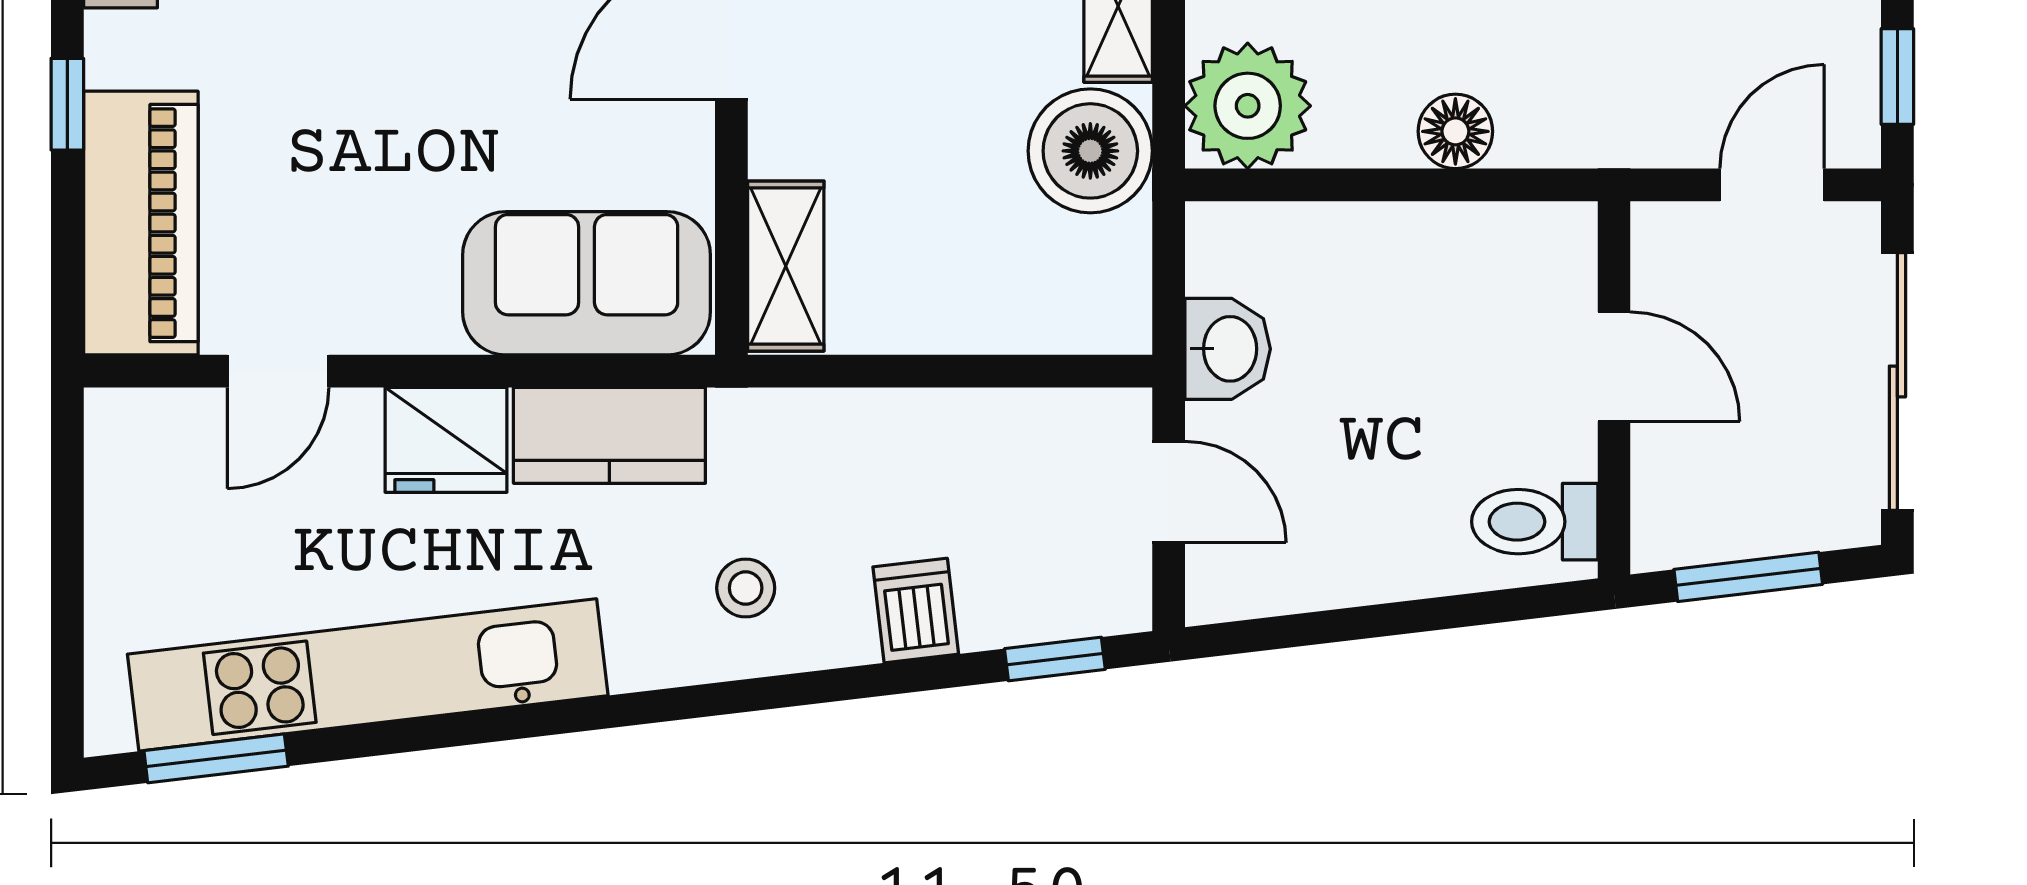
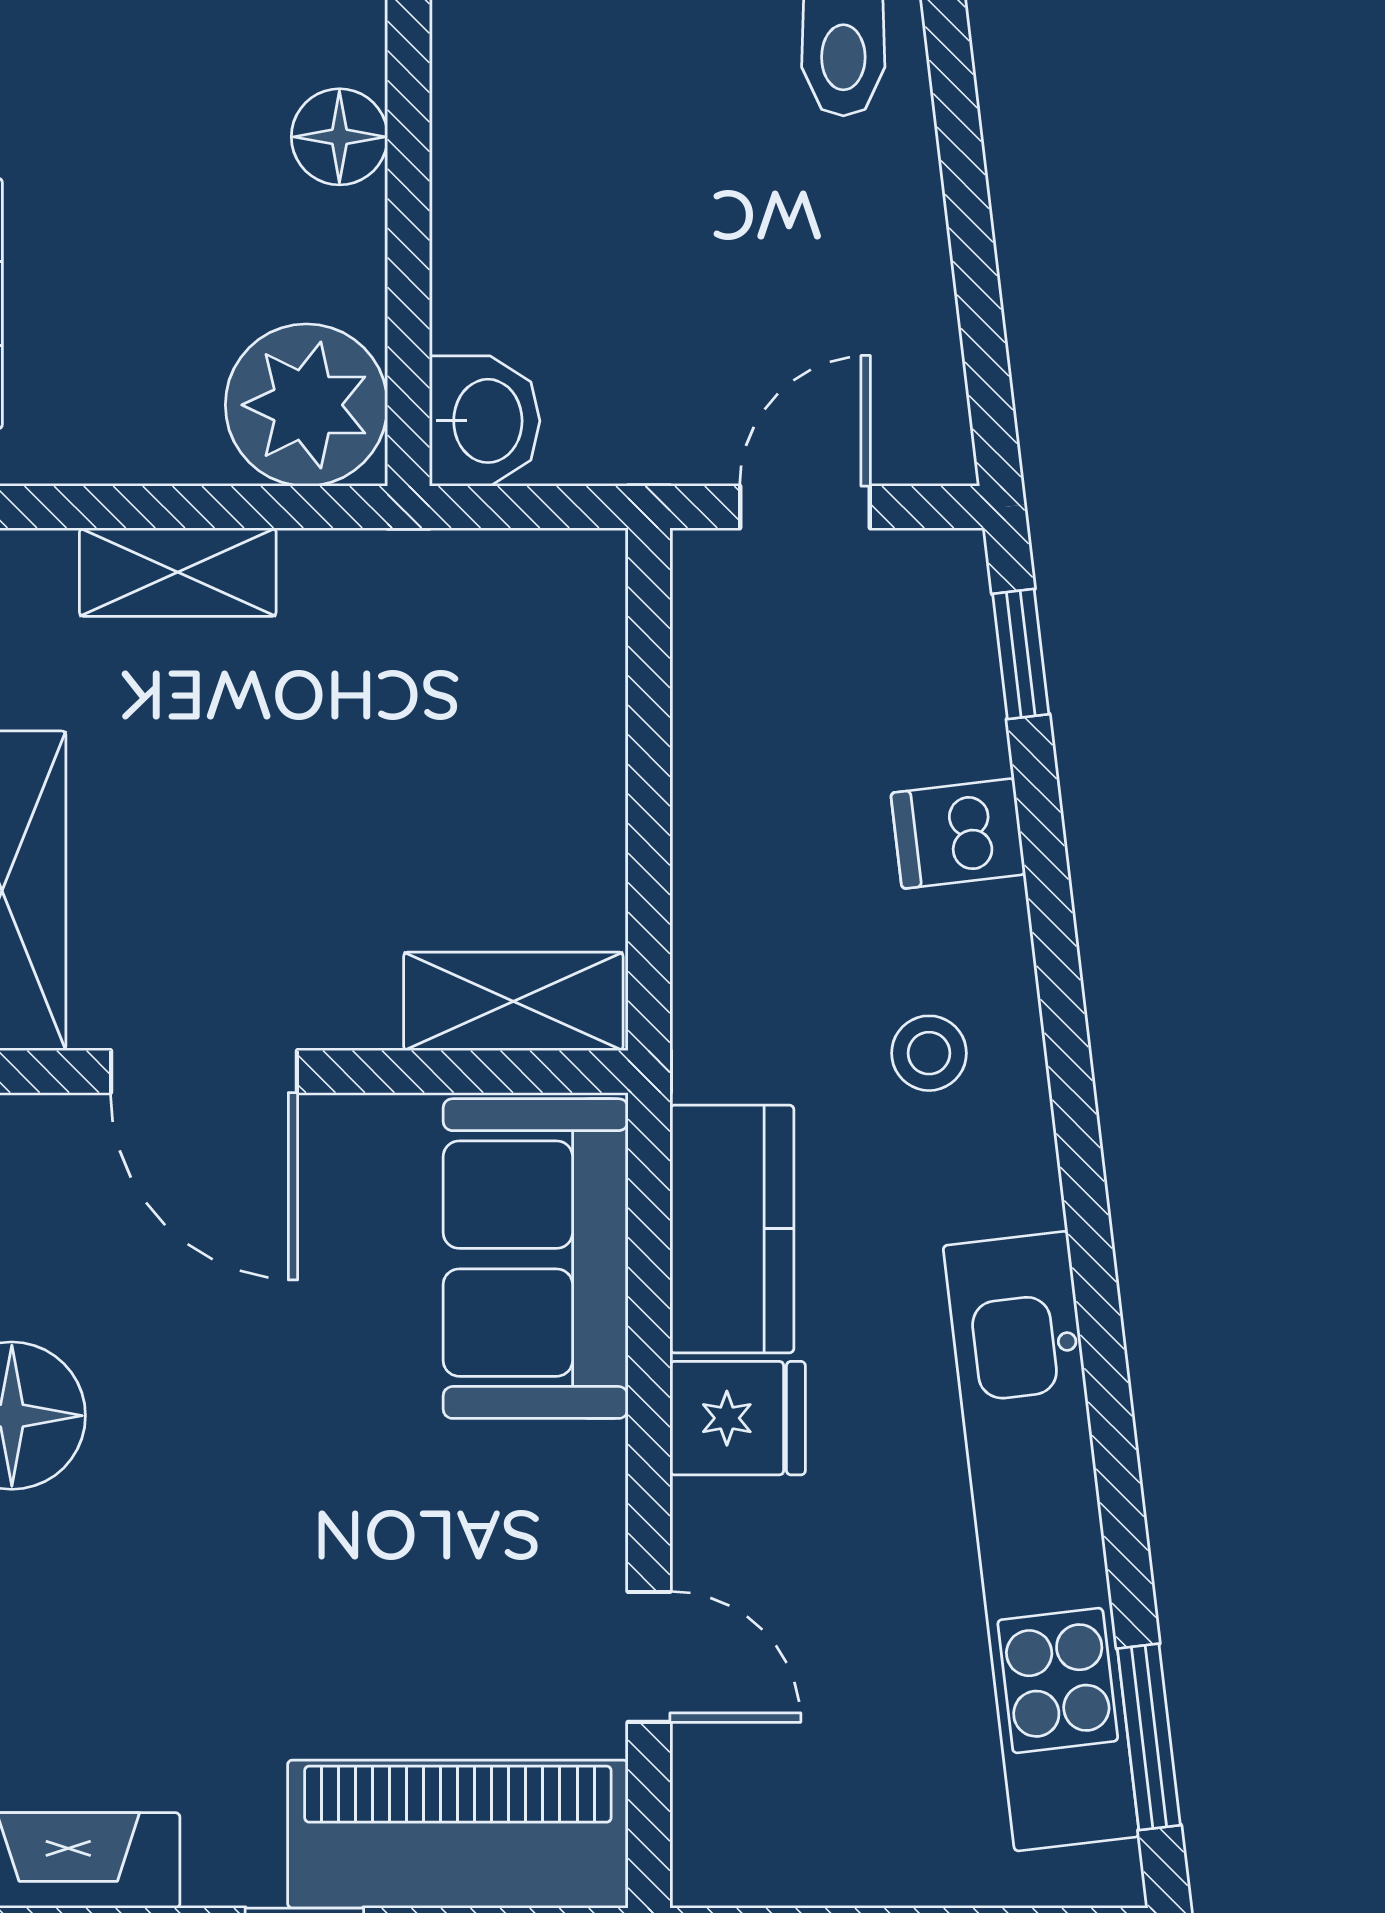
boiler: (1090, 151) -> (365, 608), removed
washbasin: (1228, 349) -> (485, 421), moved, turned 90
fridge: (446, 440) -> (738, 1418), width x0.72

